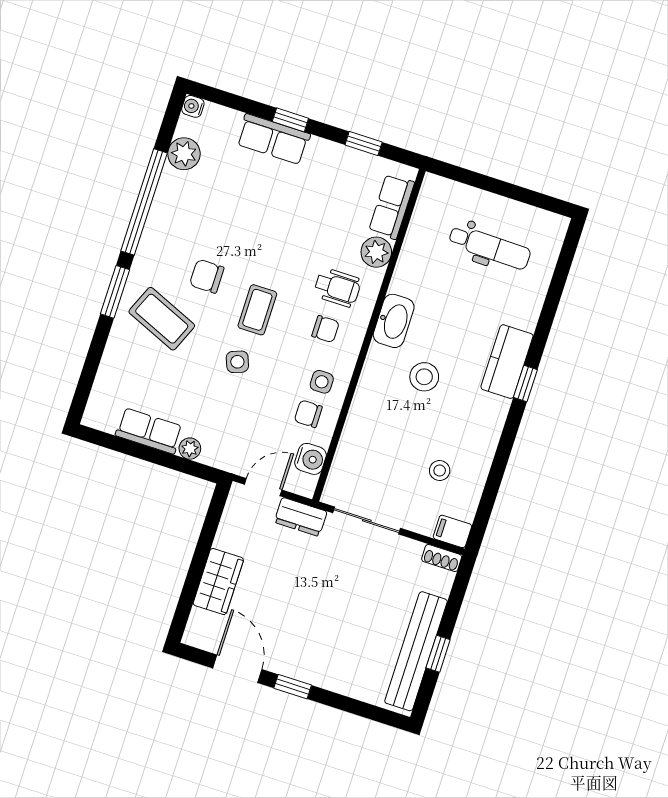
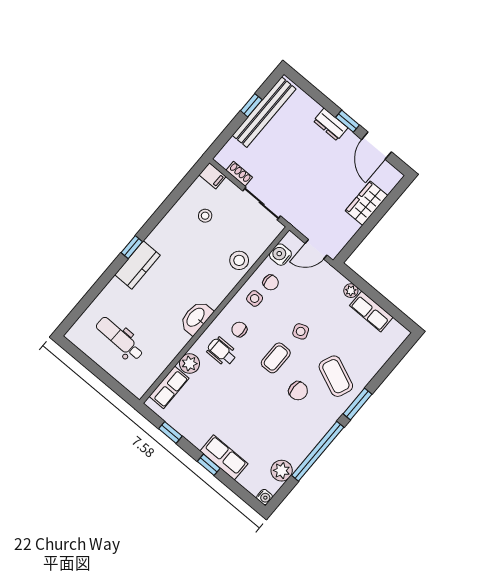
stool: (424, 377) -> (239, 260), moved
dresser: (301, 517) -> (331, 124), moved, turned 180
shoe rack: (442, 558) -> (239, 174), moved

